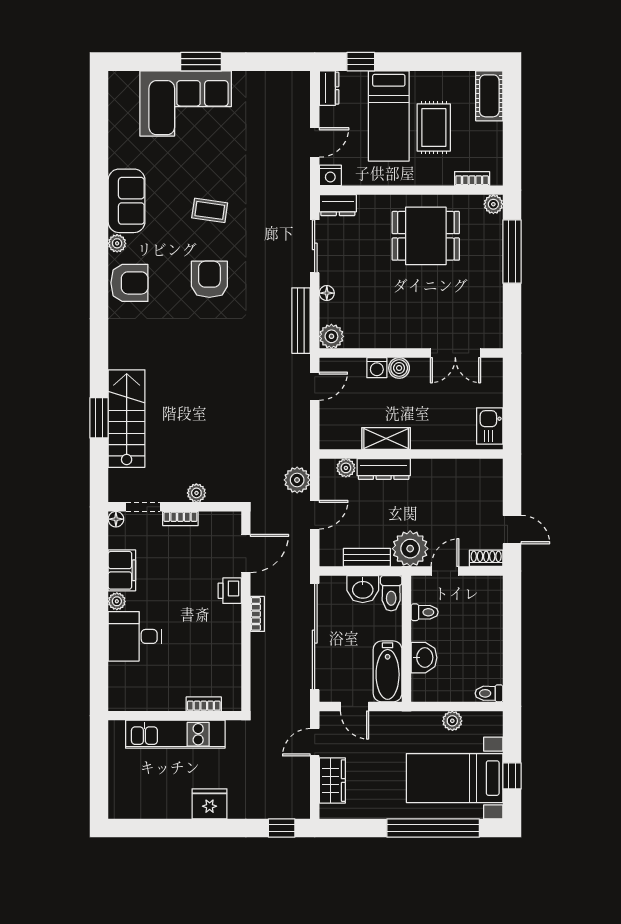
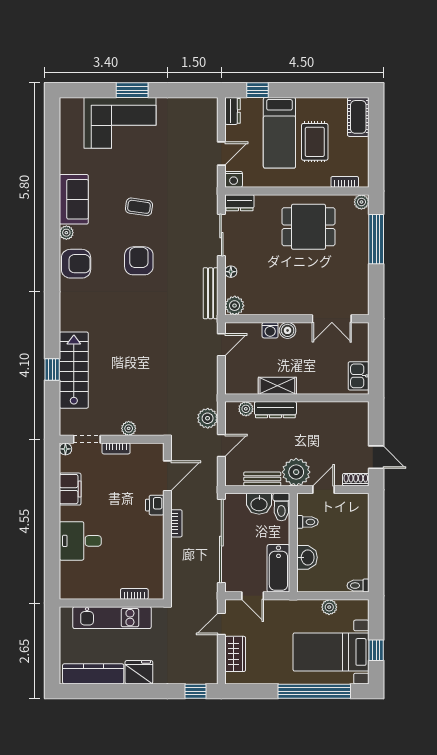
window: (99, 418) -> (52, 370), width x0.67
plant: (117, 601) -> (66, 513), removed
kitchen counter: (151, 806) -> (93, 674), added

